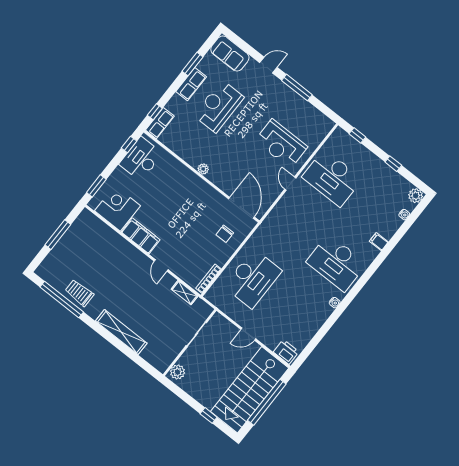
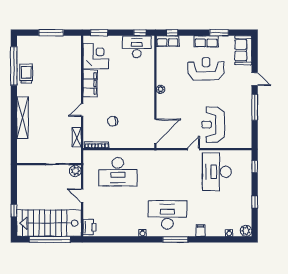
chair: (225, 234) -> (113, 121), moved
desk: (336, 263) -> (167, 215), turned 90
window: (368, 274) -> (175, 239), added
plant: (177, 372) -> (75, 171), moved

